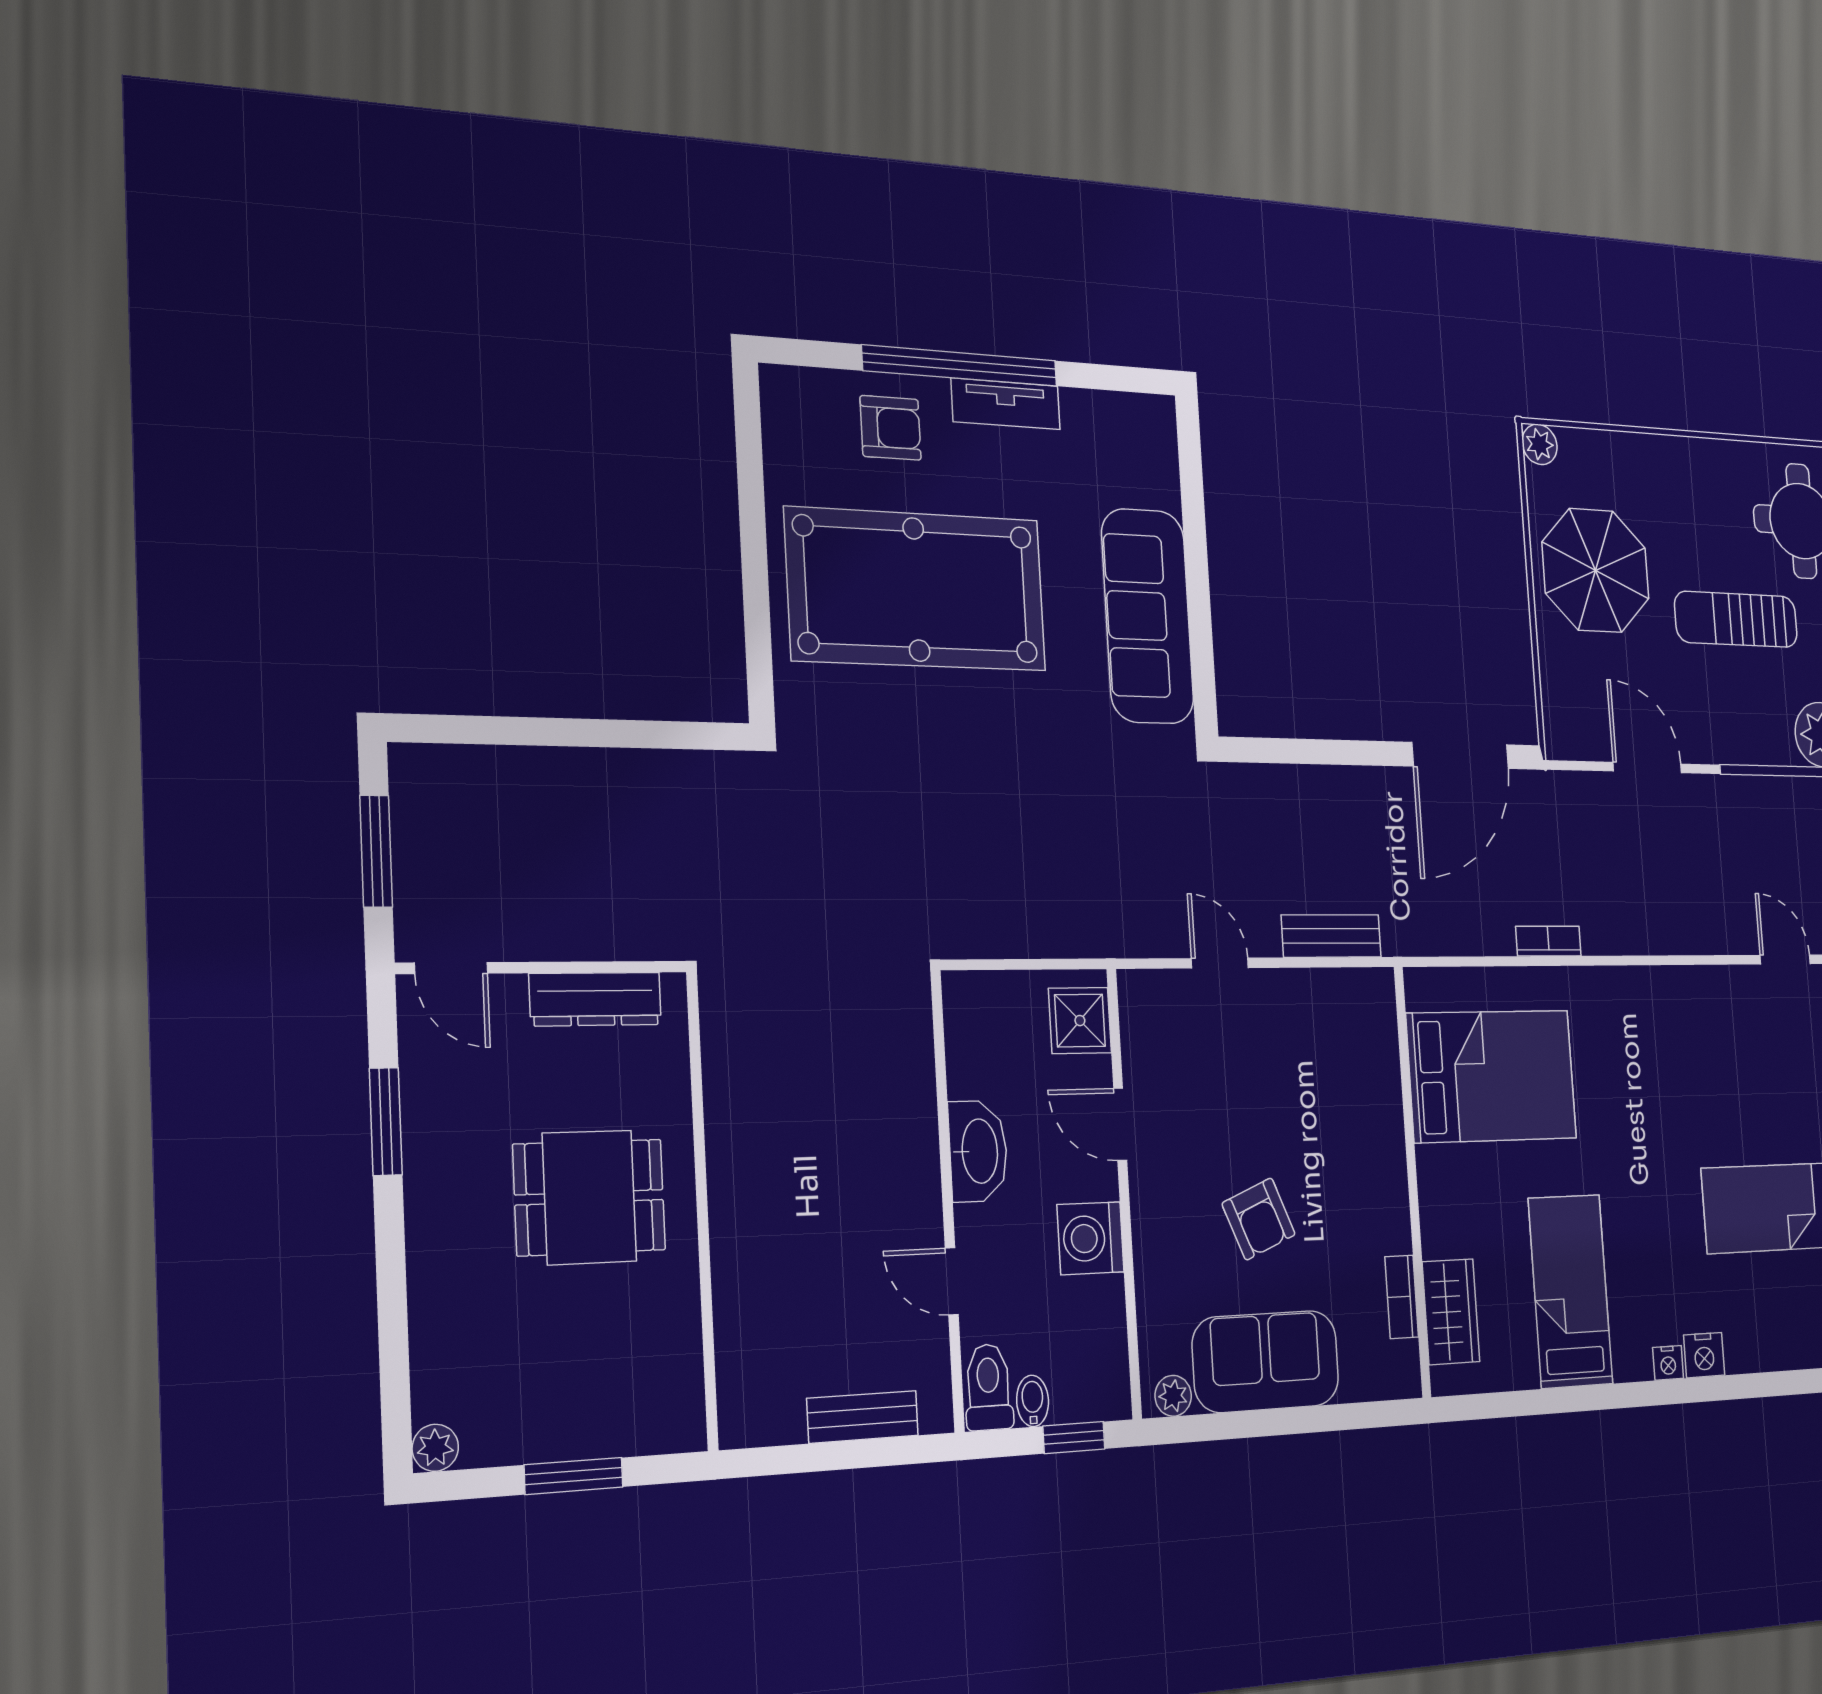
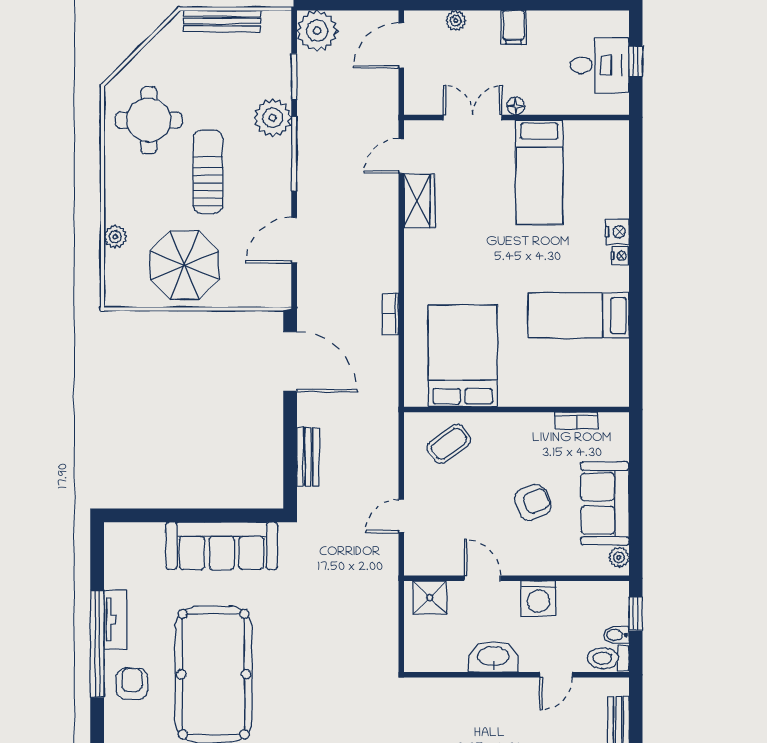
plant: (1540, 444) -> (115, 237), moved
sun lounger: (1736, 619) -> (208, 172), turned 180
bench: (1331, 936) -> (308, 457), moved
coffee table: (1347, 1053) -> (449, 444), added
door: (1120, 1124) -> (482, 578), swing flipped
wardrobe: (1451, 1312) -> (420, 201), moved, turned 90

